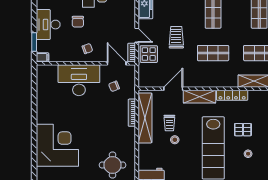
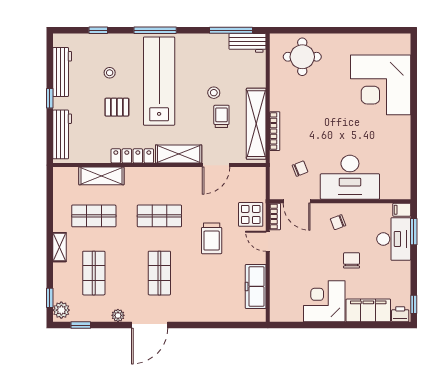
desk: (48, 25) -> (394, 239), moved

